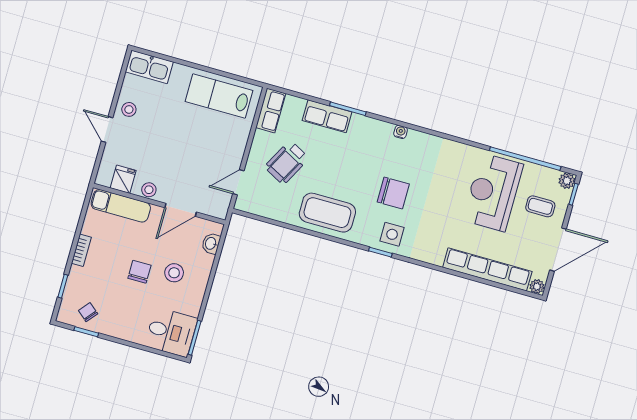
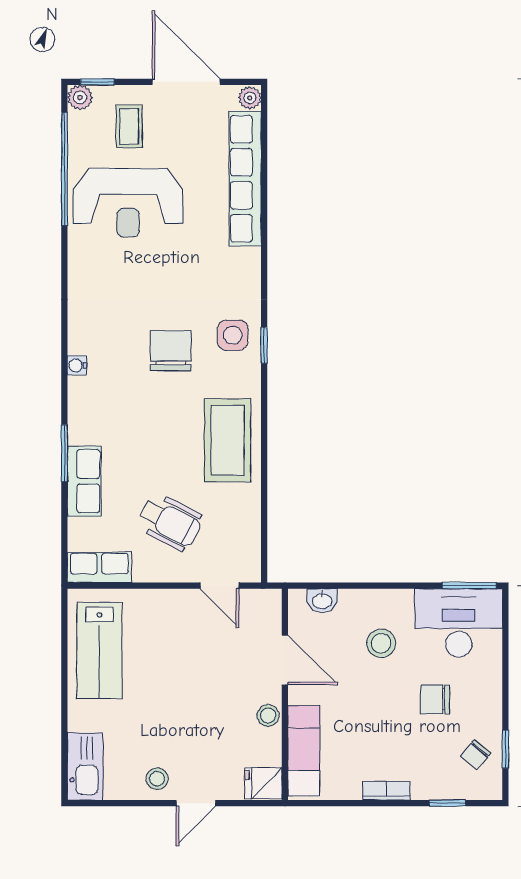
fridge: (123, 179) -> (263, 783), moved
chair: (139, 272) -> (435, 699), moved
desk: (171, 332) -> (459, 623), width x1.37

